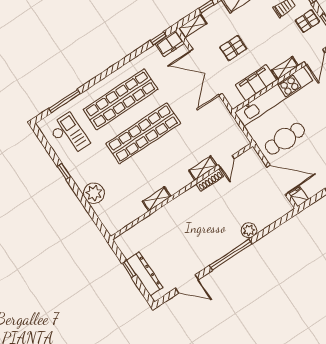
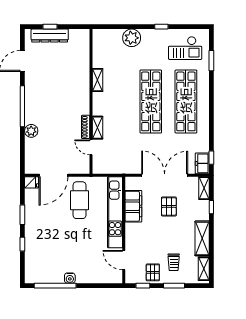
shelving: (285, 68) -> (130, 234), removed
window: (65, 101) -> (211, 61), width x0.69
window: (129, 269) -> (50, 27), moved

